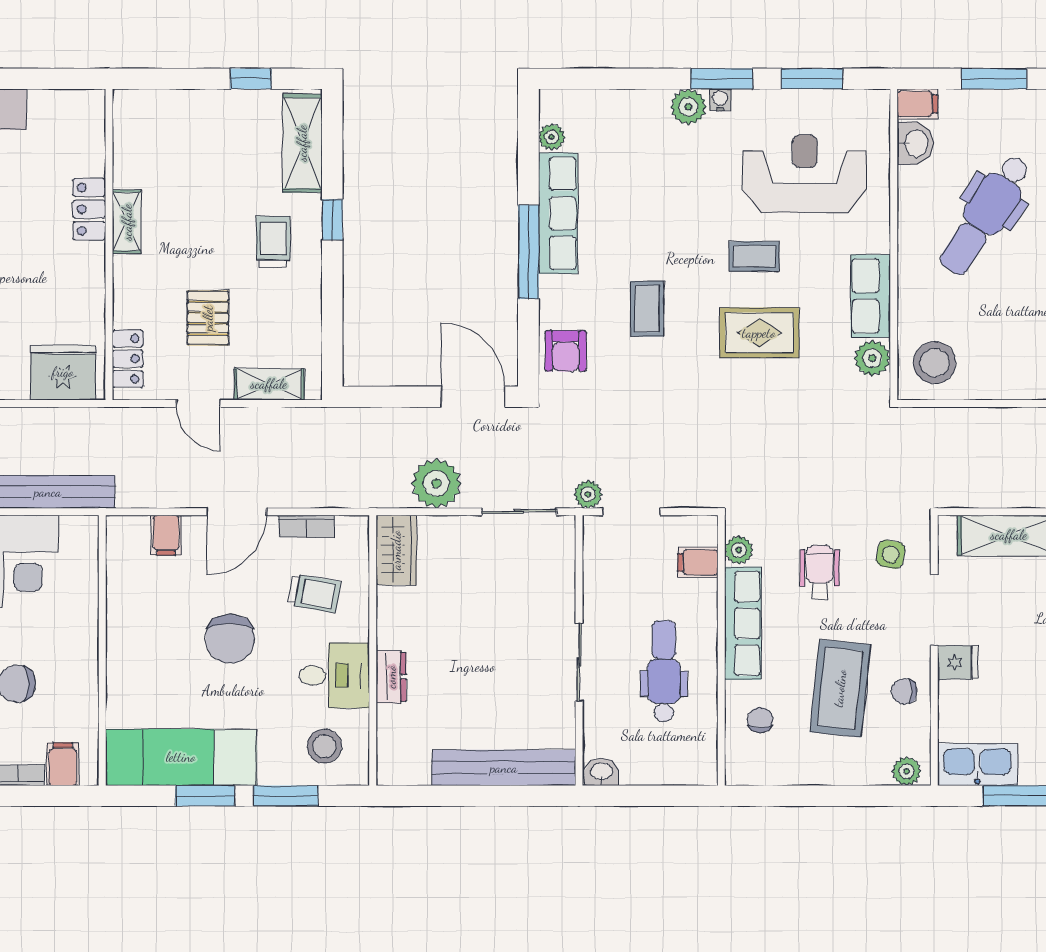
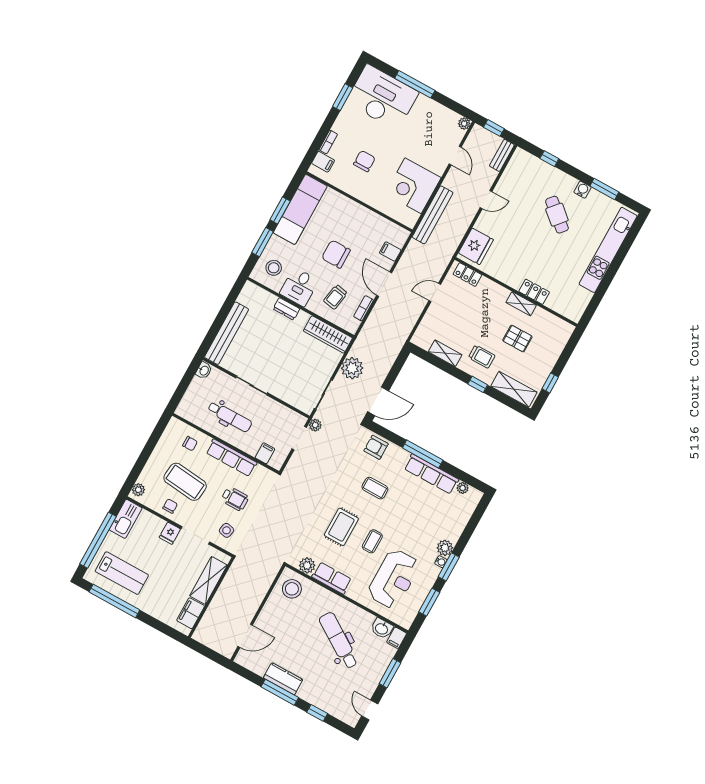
pallet: (208, 318) -> (517, 339), moved
shelving: (269, 384) -> (445, 353), moved, turned 90
wardrobe: (396, 550) -> (328, 334), width x1.50
plant: (739, 550) -> (261, 472), removed

